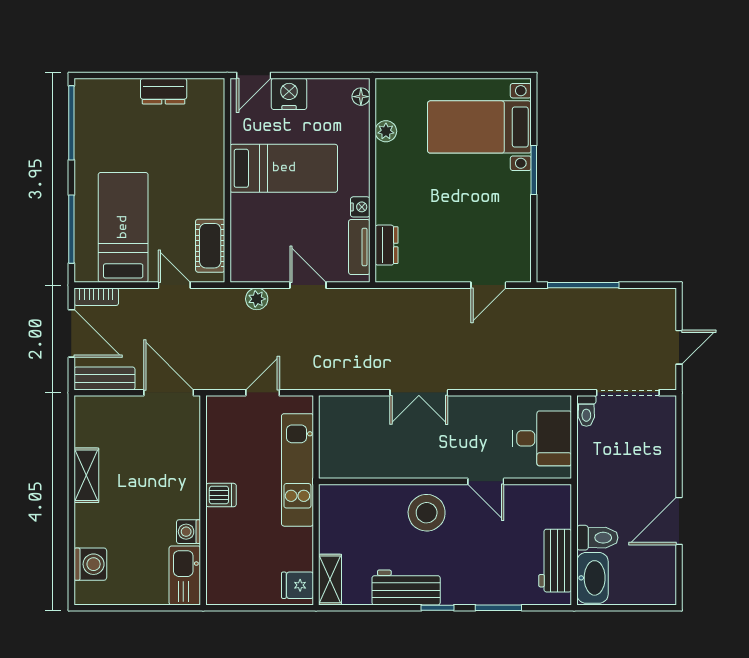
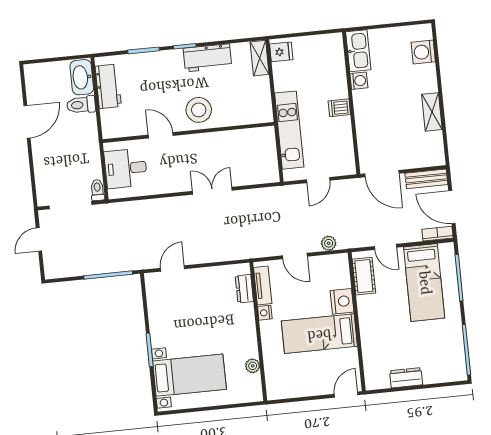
nightstand: (289, 94) -> (342, 301), moved, turned -90
floor lamp: (361, 97) -> (272, 388), removed

